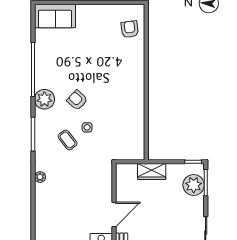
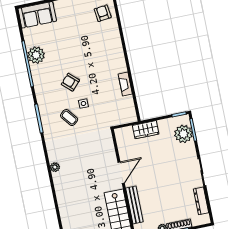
plant: (44, 99) -> (36, 55), moved
fireplace: (139, 115) -> (125, 84), added
plant: (40, 177) -> (55, 167), moved

